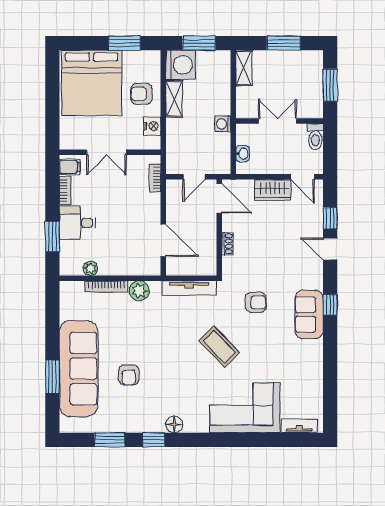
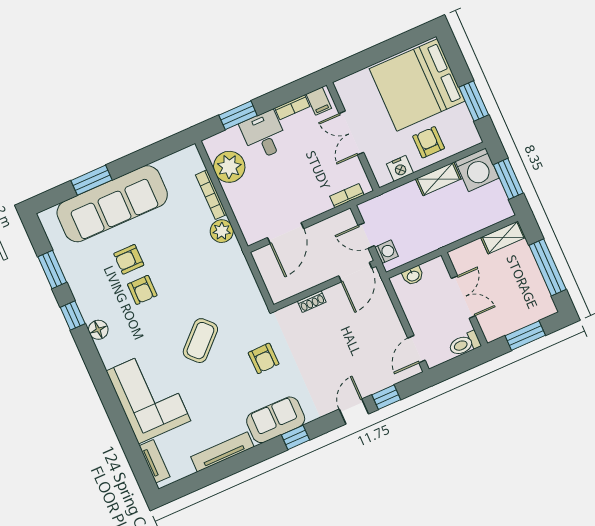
window: (284, 43) -> (548, 267), width x1.44
washing machine: (223, 124) -> (386, 252), moved, turned 90
wardrobe: (273, 190) -> (389, 324), removed
plant: (90, 268) -> (229, 167), width x1.87, depth x1.87
tv unit: (189, 288) -> (222, 452), moved, turned 90
armchair: (158, 375) -> (142, 290), added

